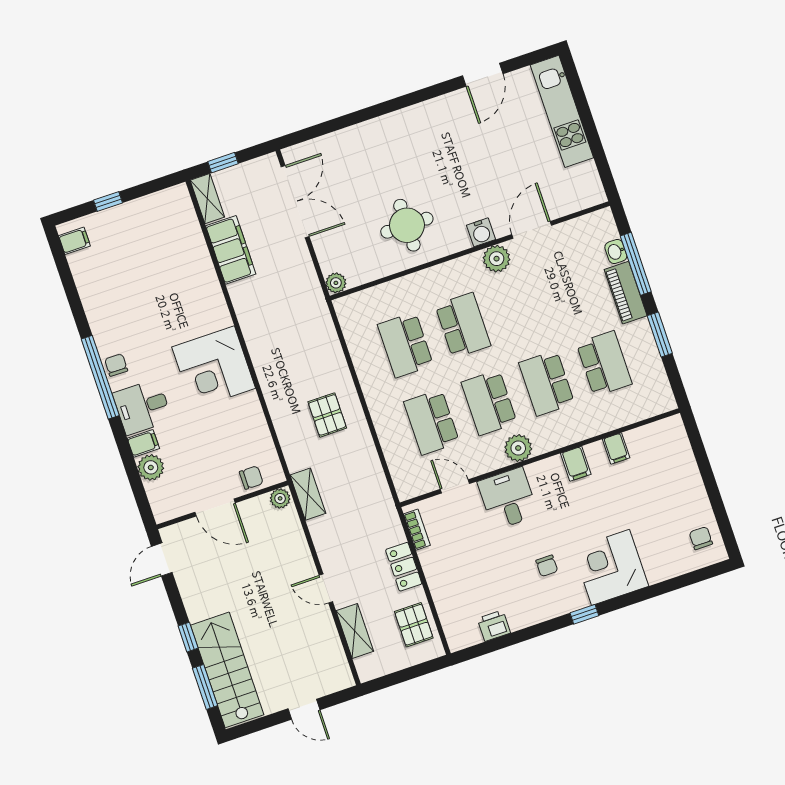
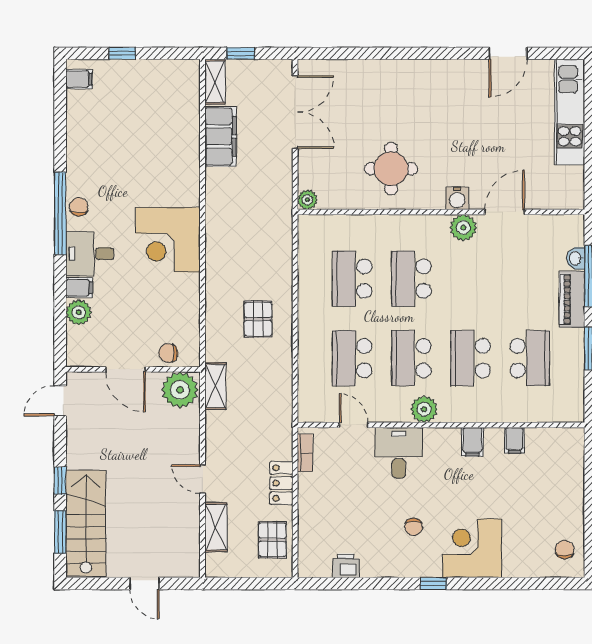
school desk: (463, 325) -> (411, 279), turned 180
chair: (251, 478) -> (168, 353), turned 180
plant: (280, 498) -> (180, 390), width x1.88, depth x1.88

